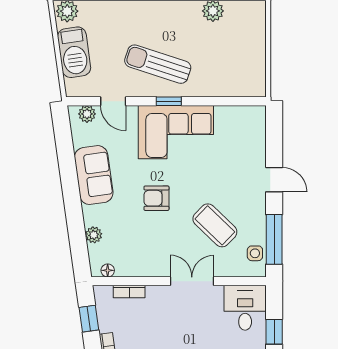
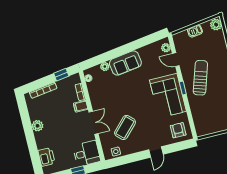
barbecue: (74, 52) -> (195, 31), width x0.53, depth x0.65
door: (113, 101) -> (176, 60), hinge flipped
sofa: (94, 175) -> (125, 63), moved
armchair: (156, 198) -> (178, 130), moved
window: (274, 239) -> (125, 160), removed
filing cabinet: (156, 297) -> (81, 106), added

